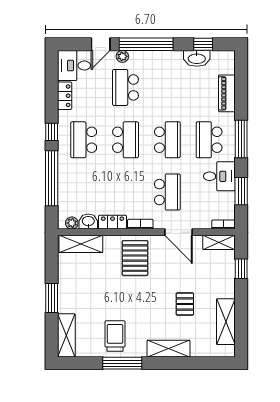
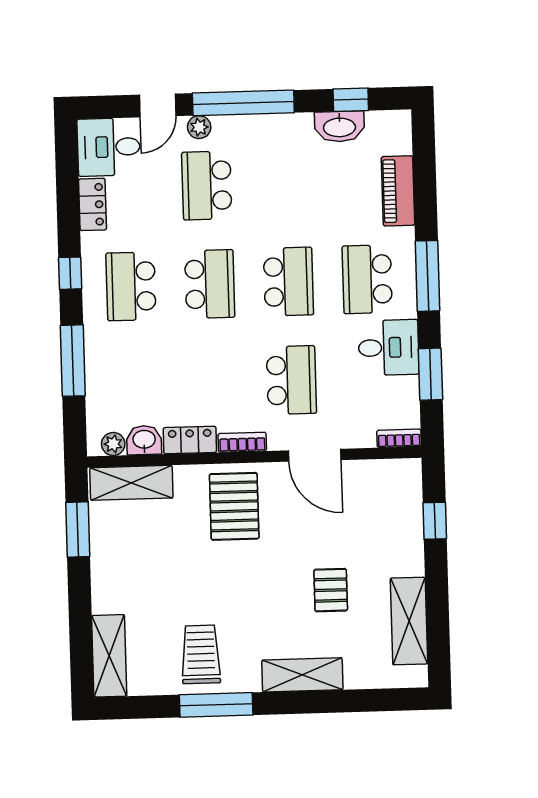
window: (52, 178) -> (73, 361), width x0.68
shelving: (219, 242) -> (391, 472), removed
window: (52, 298) -> (78, 530), moved

